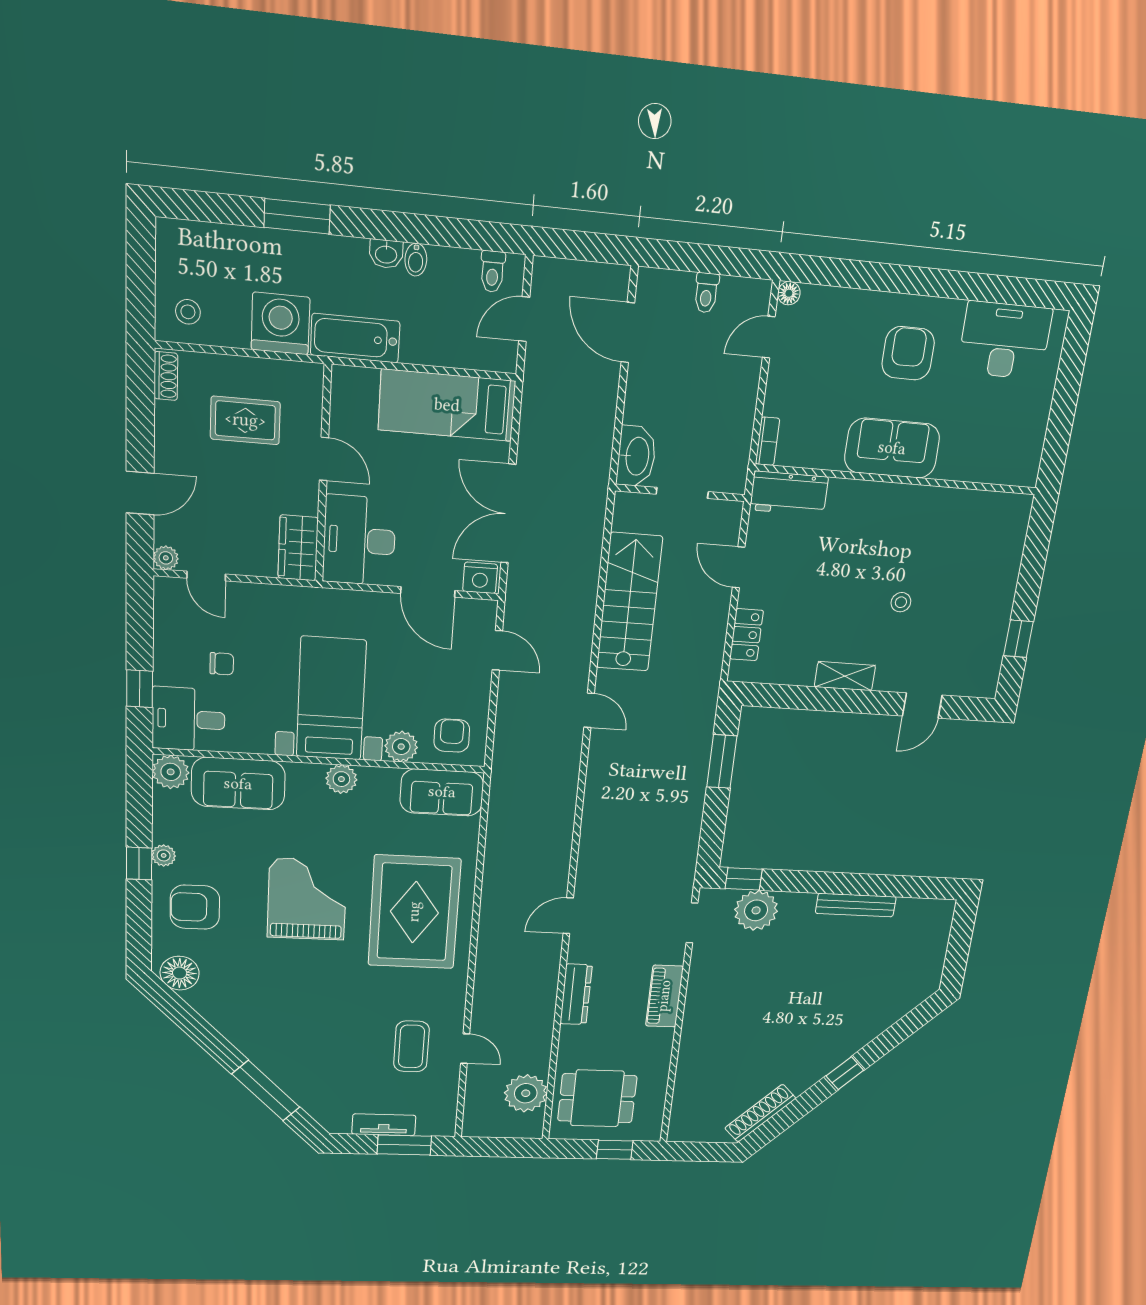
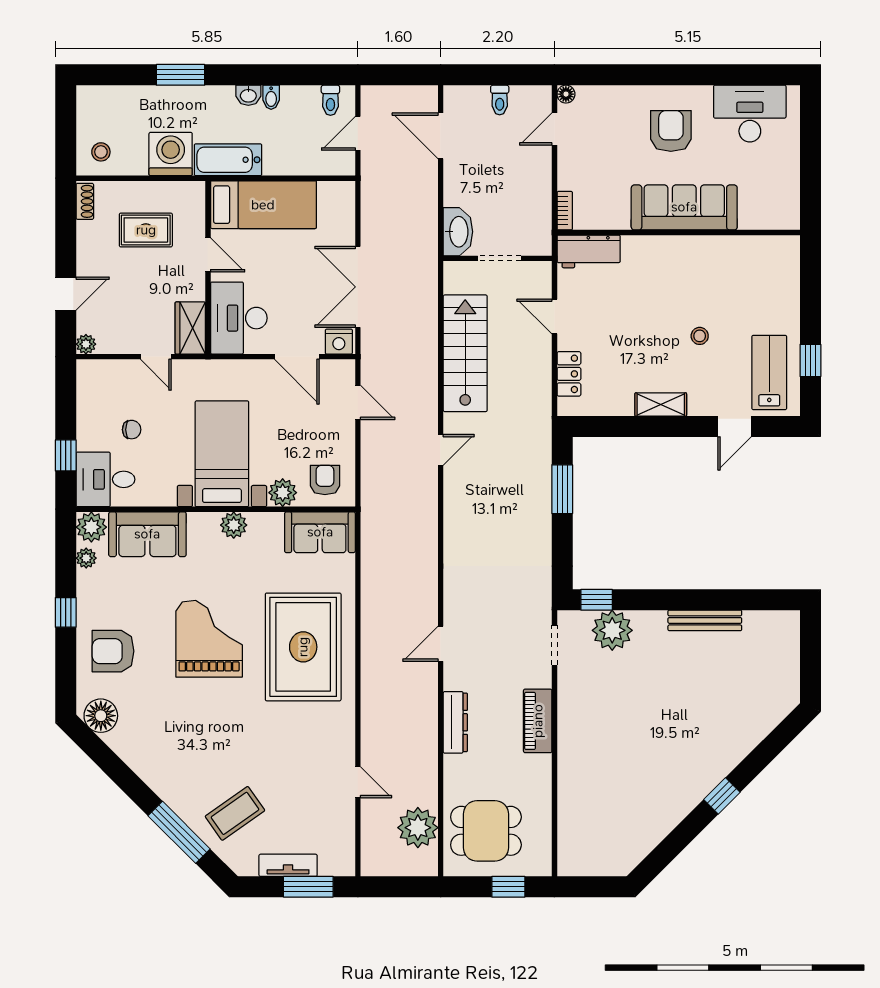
bed: (447, 405) -> (263, 205), moved, turned 180
sofa: (892, 448) -> (684, 207), width x1.36
door: (206, 576) -> (156, 357), moved
lab bench: (971, 649) -> (769, 372), added
door: (589, 710) -> (441, 450), hinge flipped
plant: (164, 855) -> (86, 558), moved
coffee table: (411, 1046) -> (235, 813), moved, turned 55
shoe rack: (760, 1113) -> (645, 842), removed

